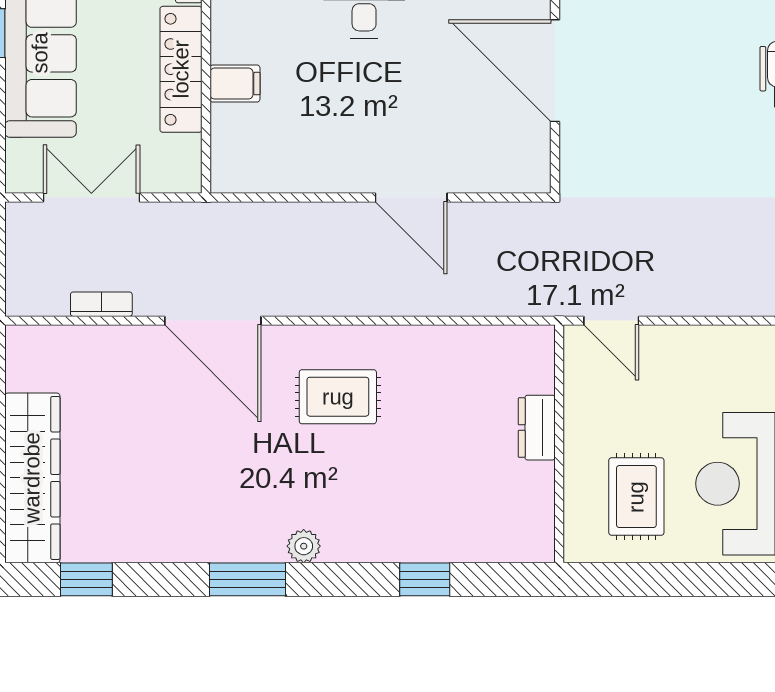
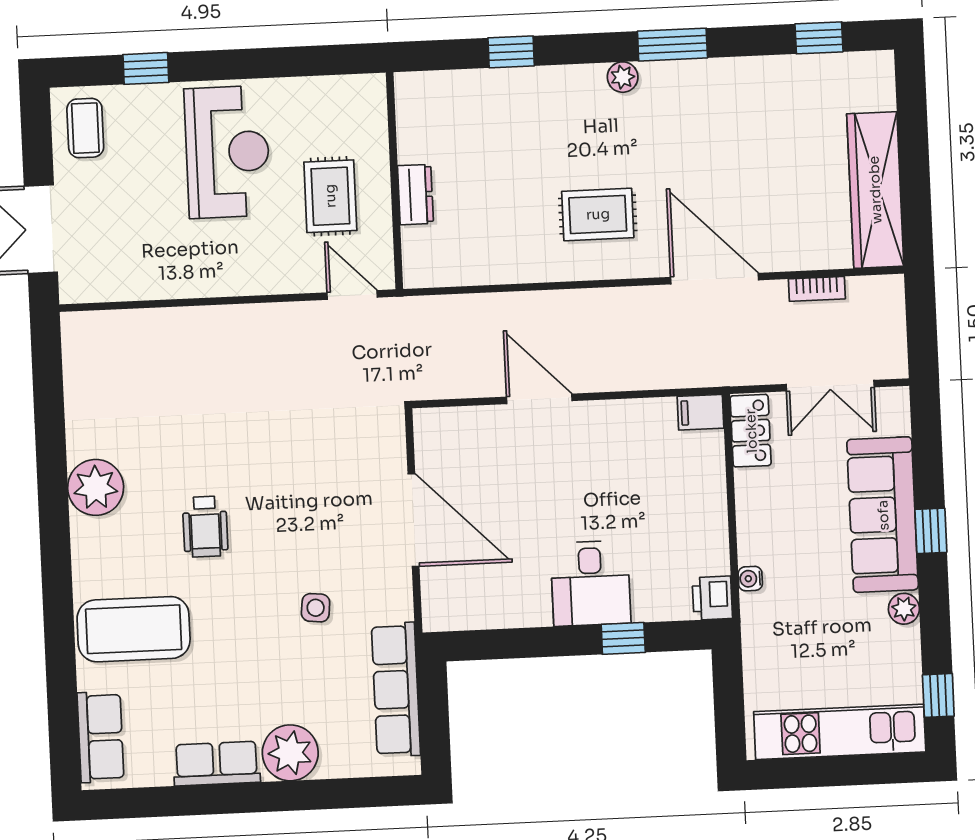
locker: (181, 69) -> (751, 431), moved, width x0.66
filing cabinet: (235, 84) -> (701, 412), moved
wardrobe: (32, 478) -> (875, 190), moved
rug: (636, 497) -> (330, 196), moved

